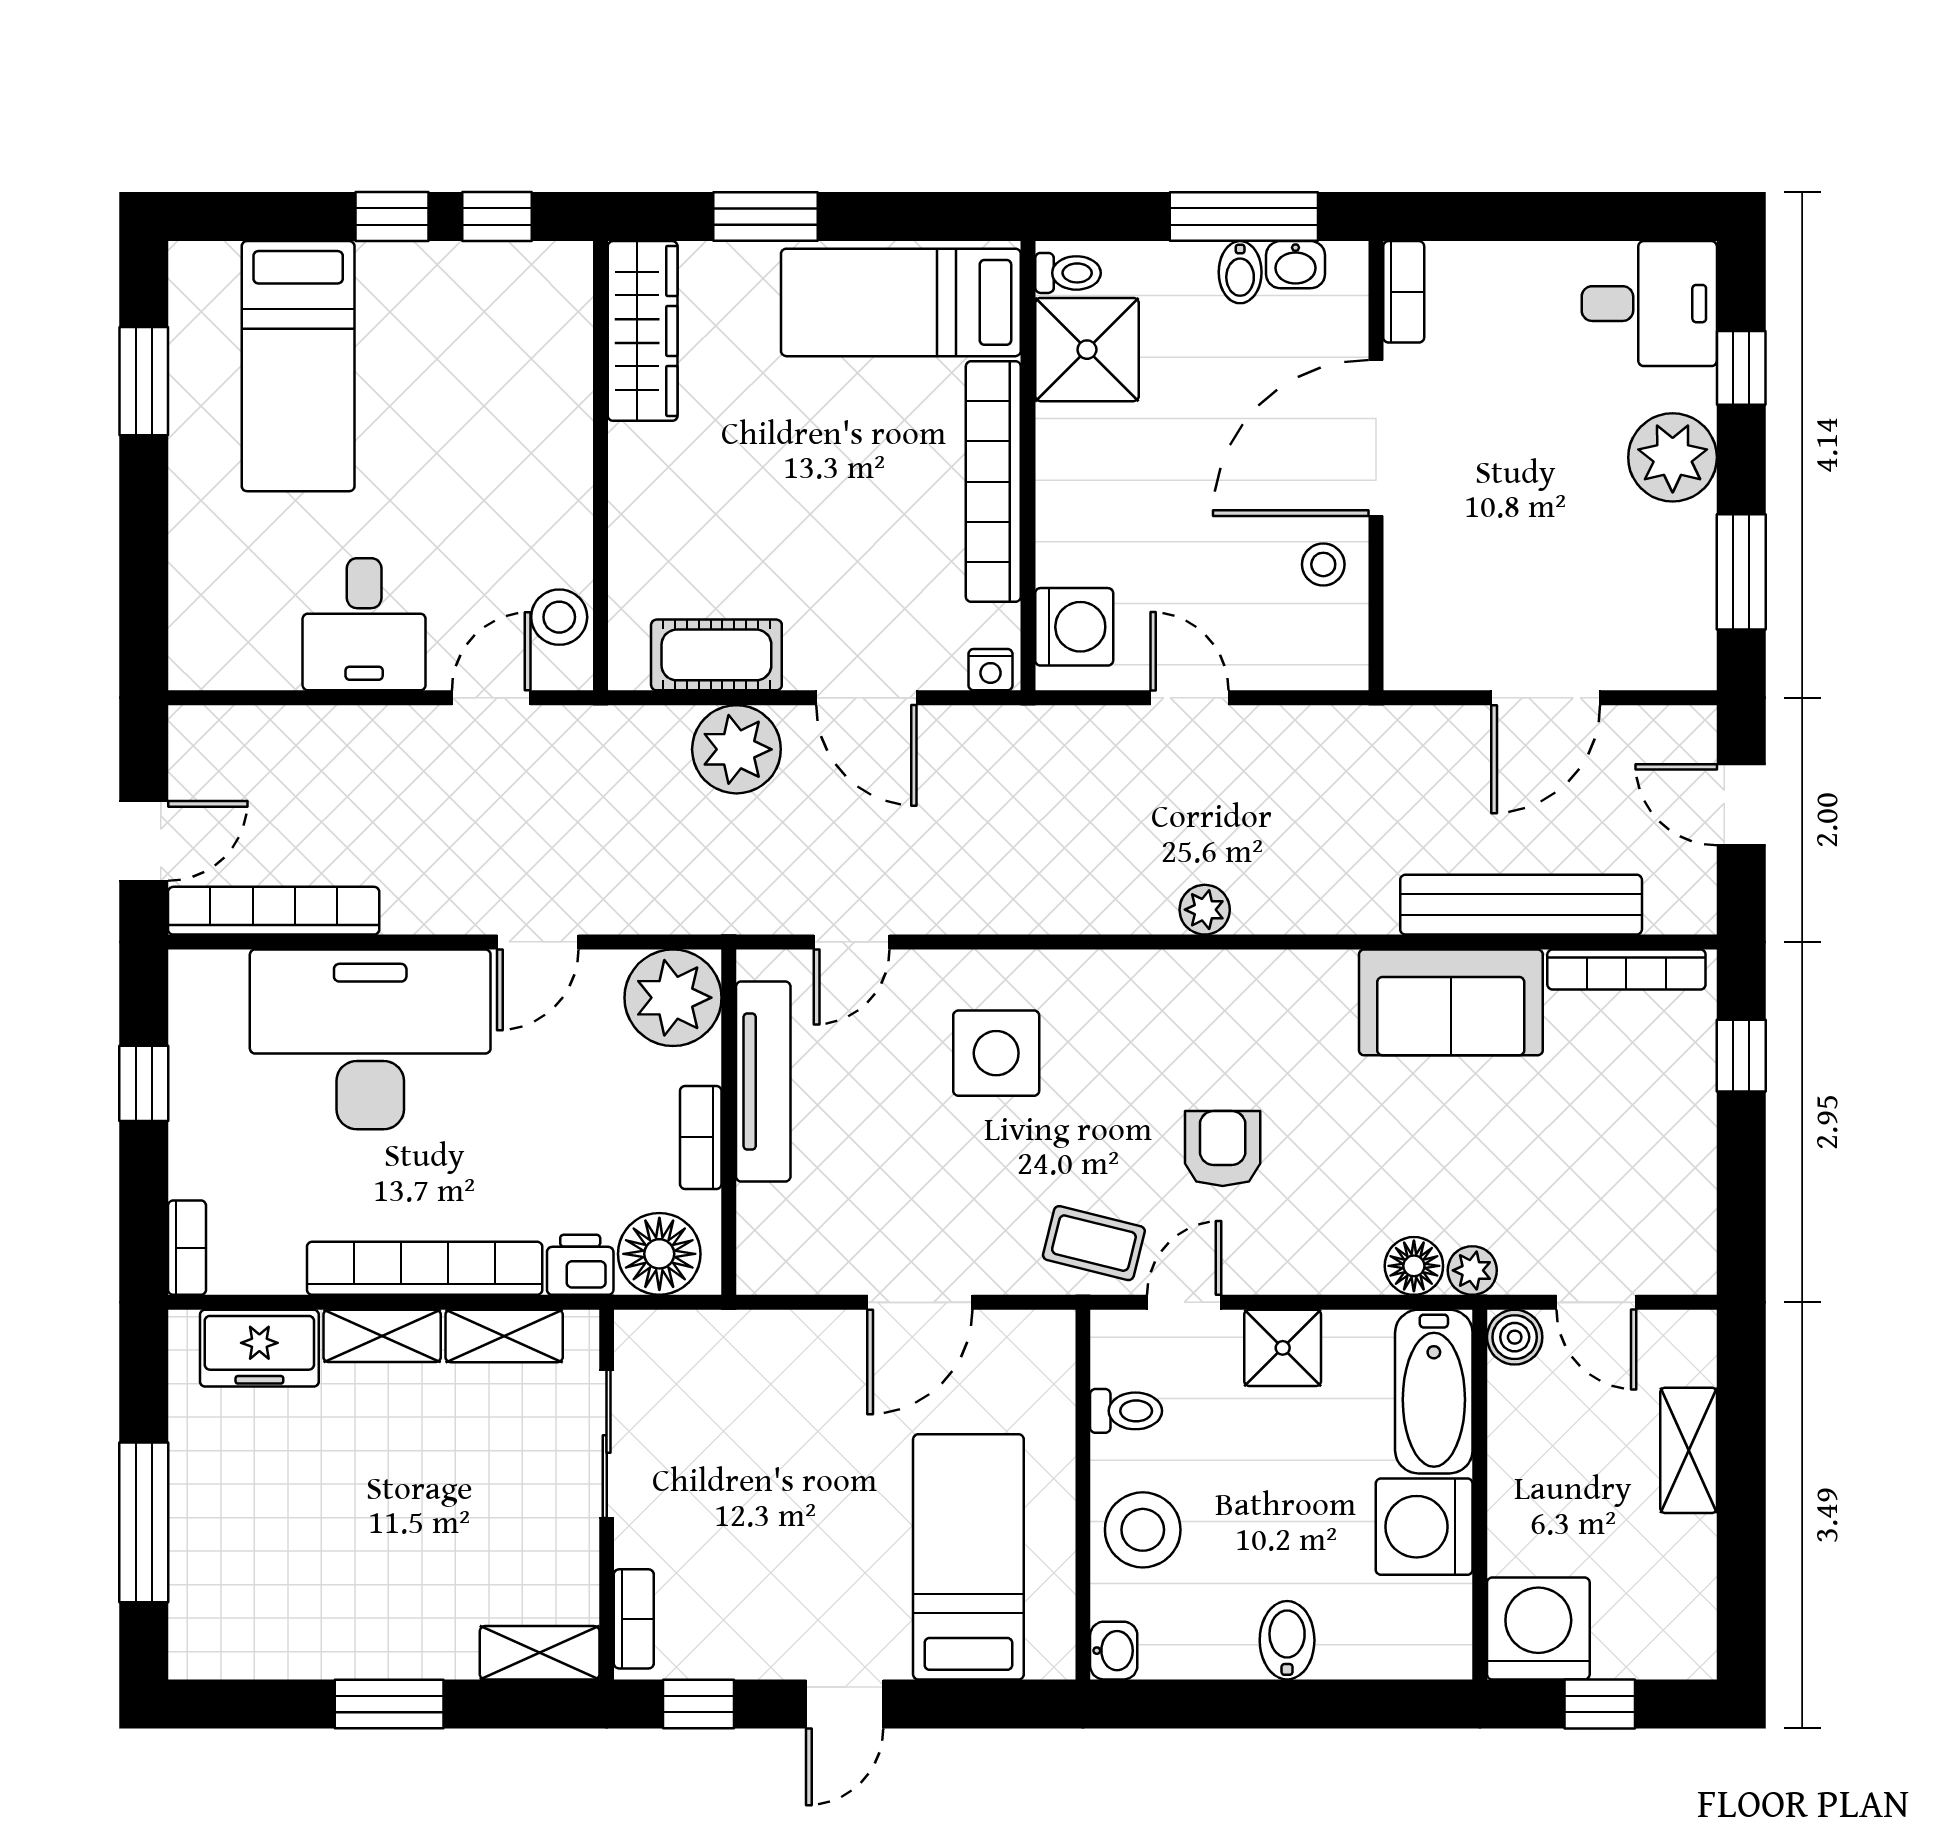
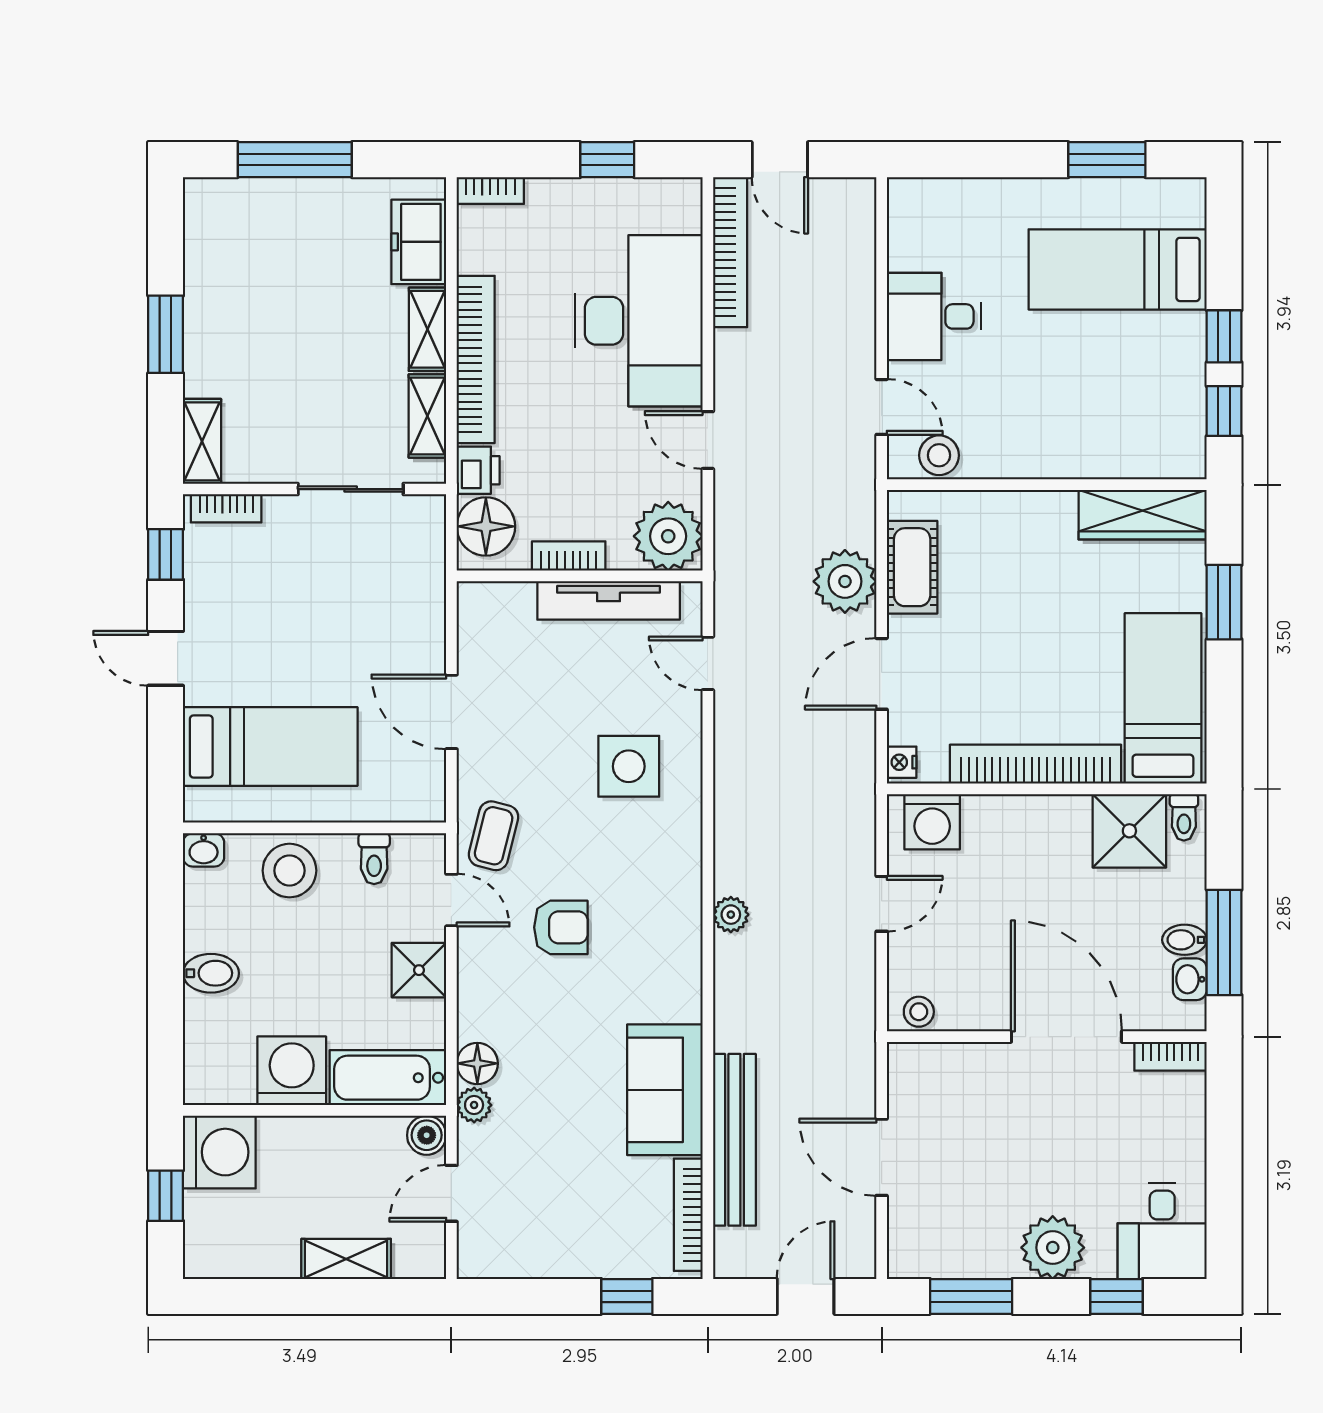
stool: (1323, 564) -> (919, 1012), moved

